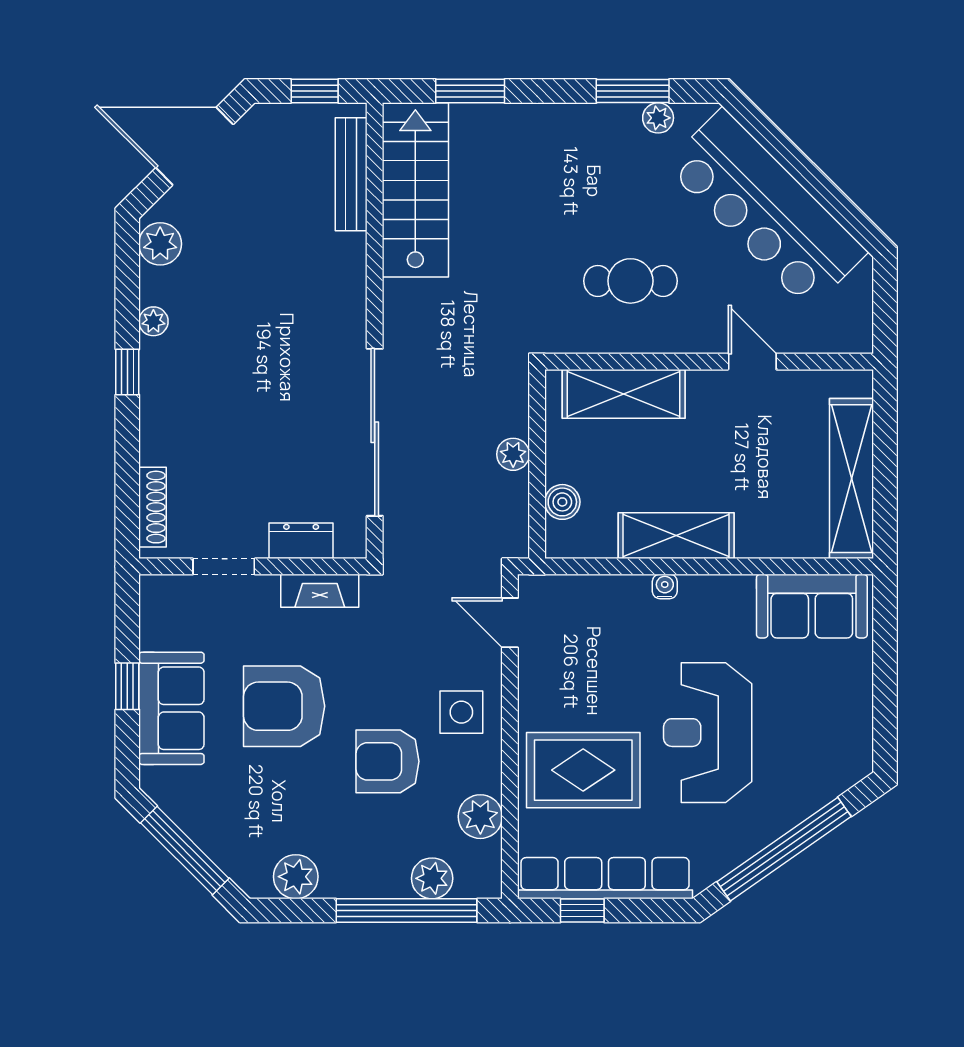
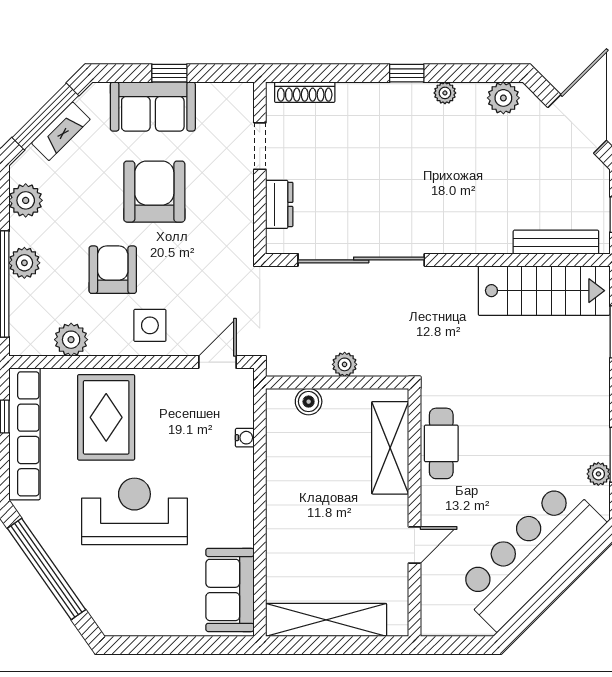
cafe table: (630, 281) -> (441, 443), moved
shelving: (676, 536) -> (283, 487), removed
water cooler: (665, 586) -> (245, 438), moved
fireplace: (320, 591) -> (61, 131), moved, turned -135
plant: (432, 878) -> (24, 263), moved

